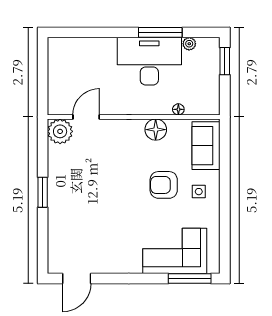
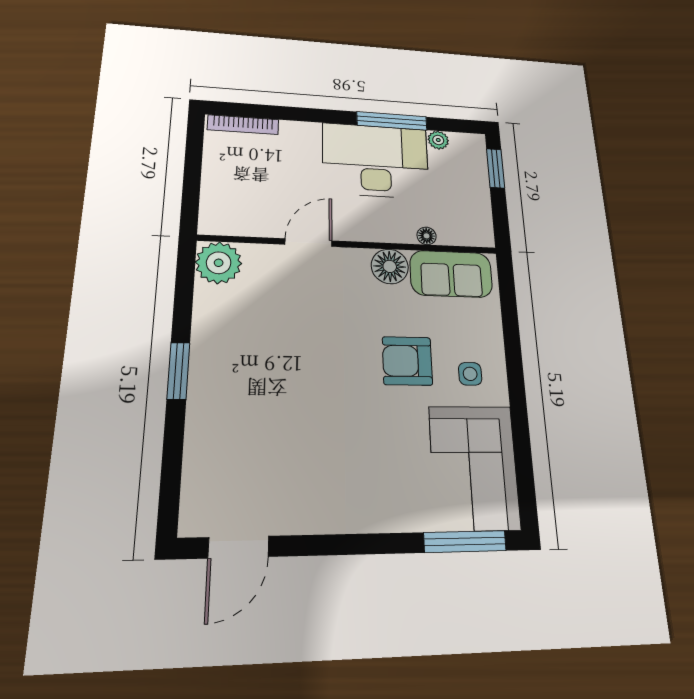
bookcase: (70, 42) -> (243, 125), added
door: (86, 117) -> (309, 243), moved
sofa: (206, 146) -> (451, 274), moved, turned -90
corner sofa: (175, 251) -> (474, 467), moved, turned -90

